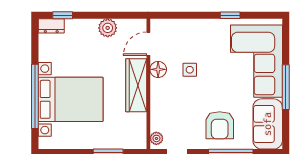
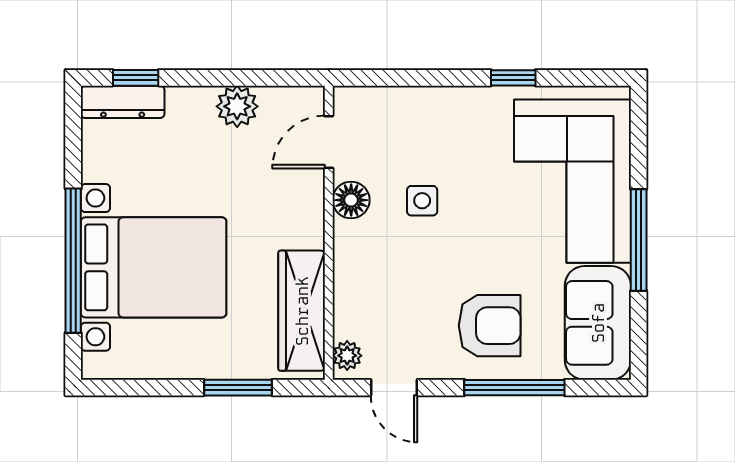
dresser: (51, 26) -> (123, 102), width x1.44
wardrobe: (136, 85) -> (302, 311), moved
armchair: (220, 125) -> (490, 326), turned -90

